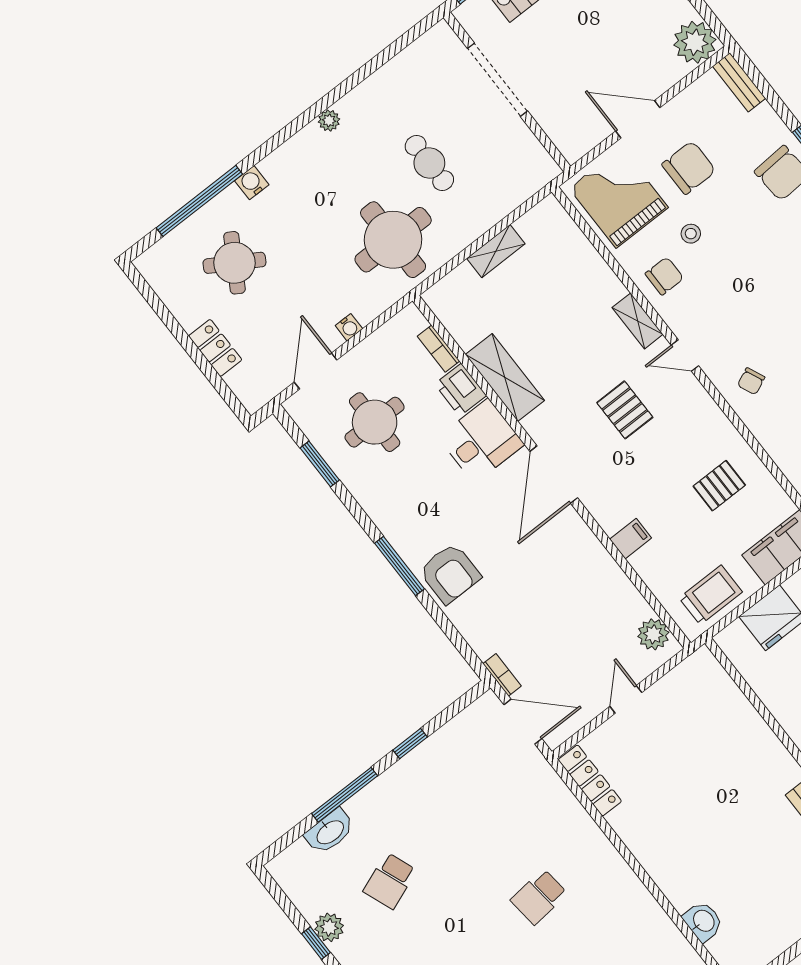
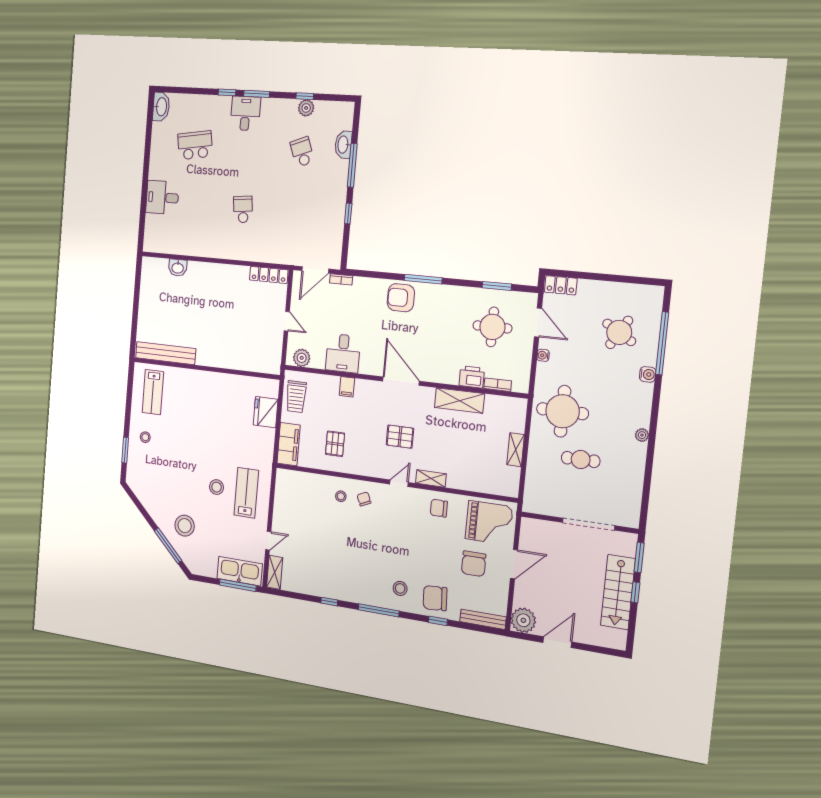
bench: (739, 82) -> (483, 619), width x1.36
stool: (691, 234) -> (341, 496), moved
chair: (664, 276) -> (439, 508), turned 90
locker: (215, 348) -> (561, 285), moved
desk: (481, 441) -> (343, 353), moved

